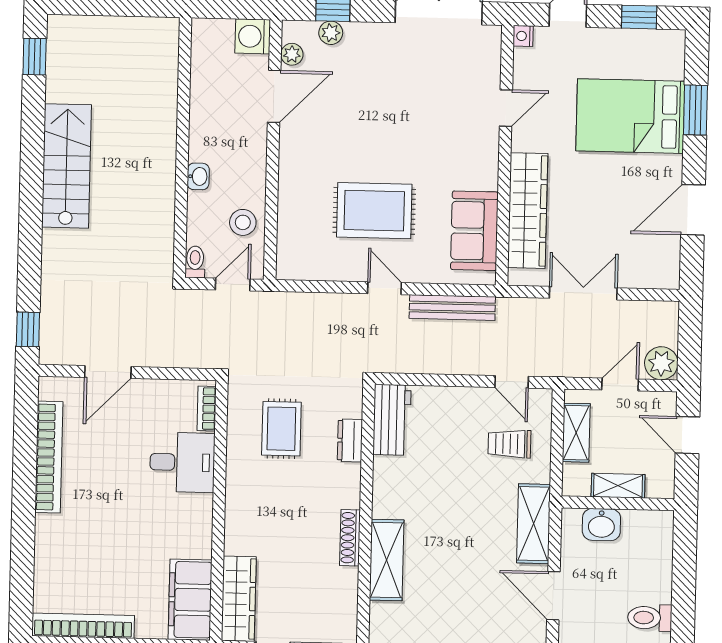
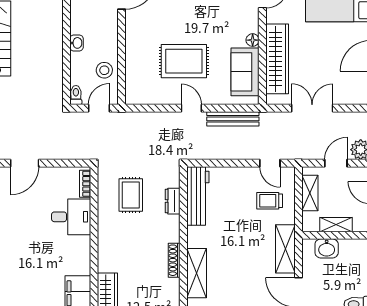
floor lamp: (488, 179) -> (253, 40), added
workbench: (392, 420) -> (198, 196), width x1.37

